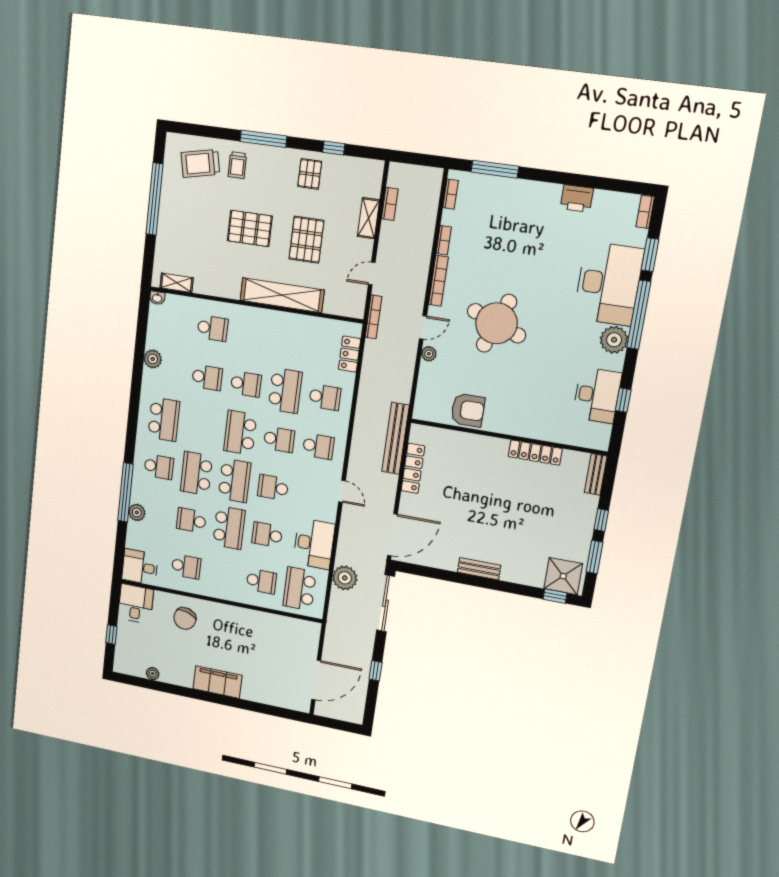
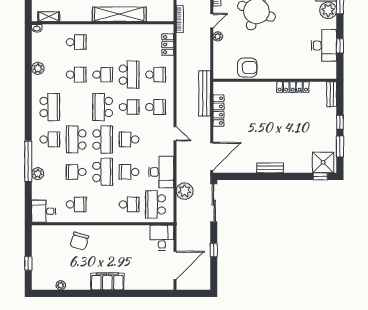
desk: (136, 604) -> (162, 238), moved

